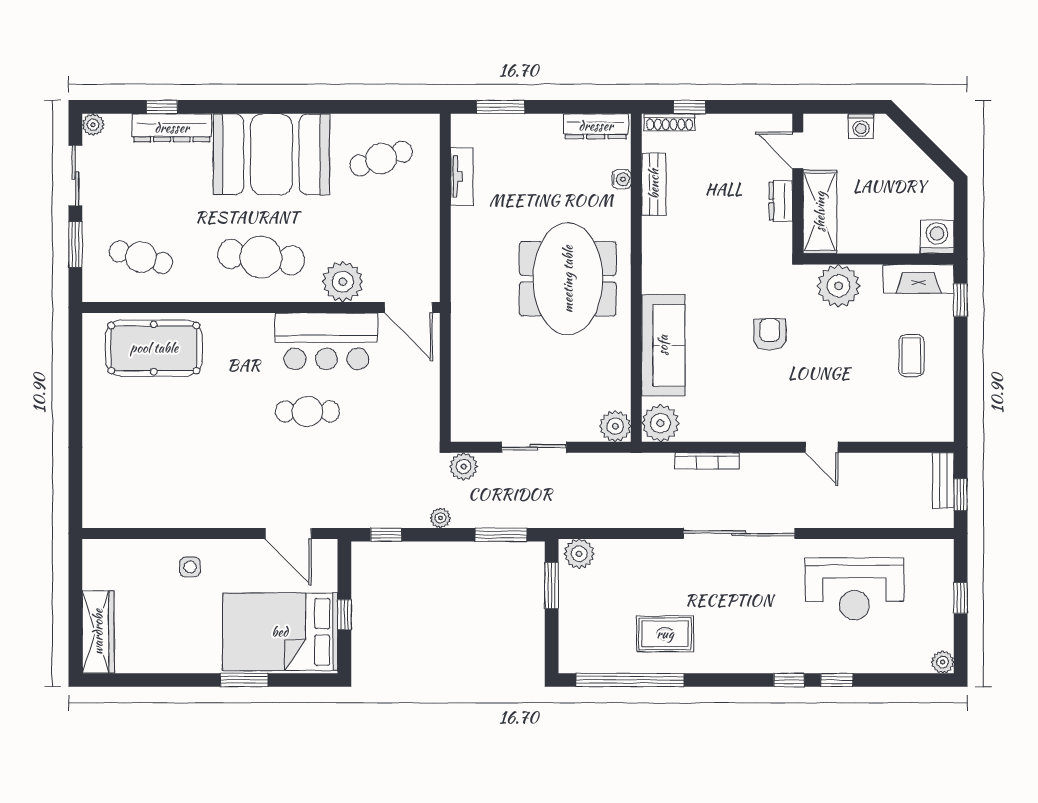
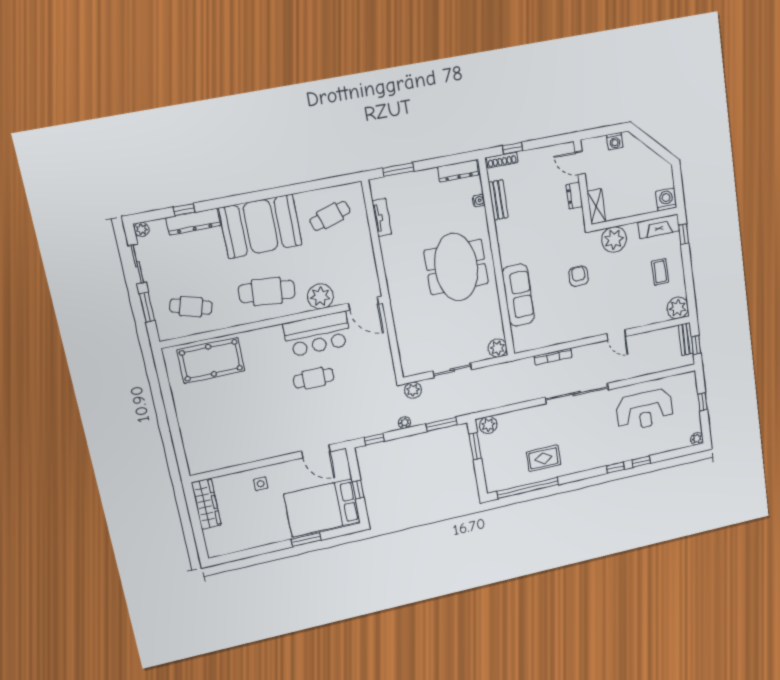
shelving: (820, 212) -> (596, 206), width x0.67, depth x0.75
plant: (660, 423) -> (678, 308), moved
wardrobe: (98, 632) -> (206, 504), moved

